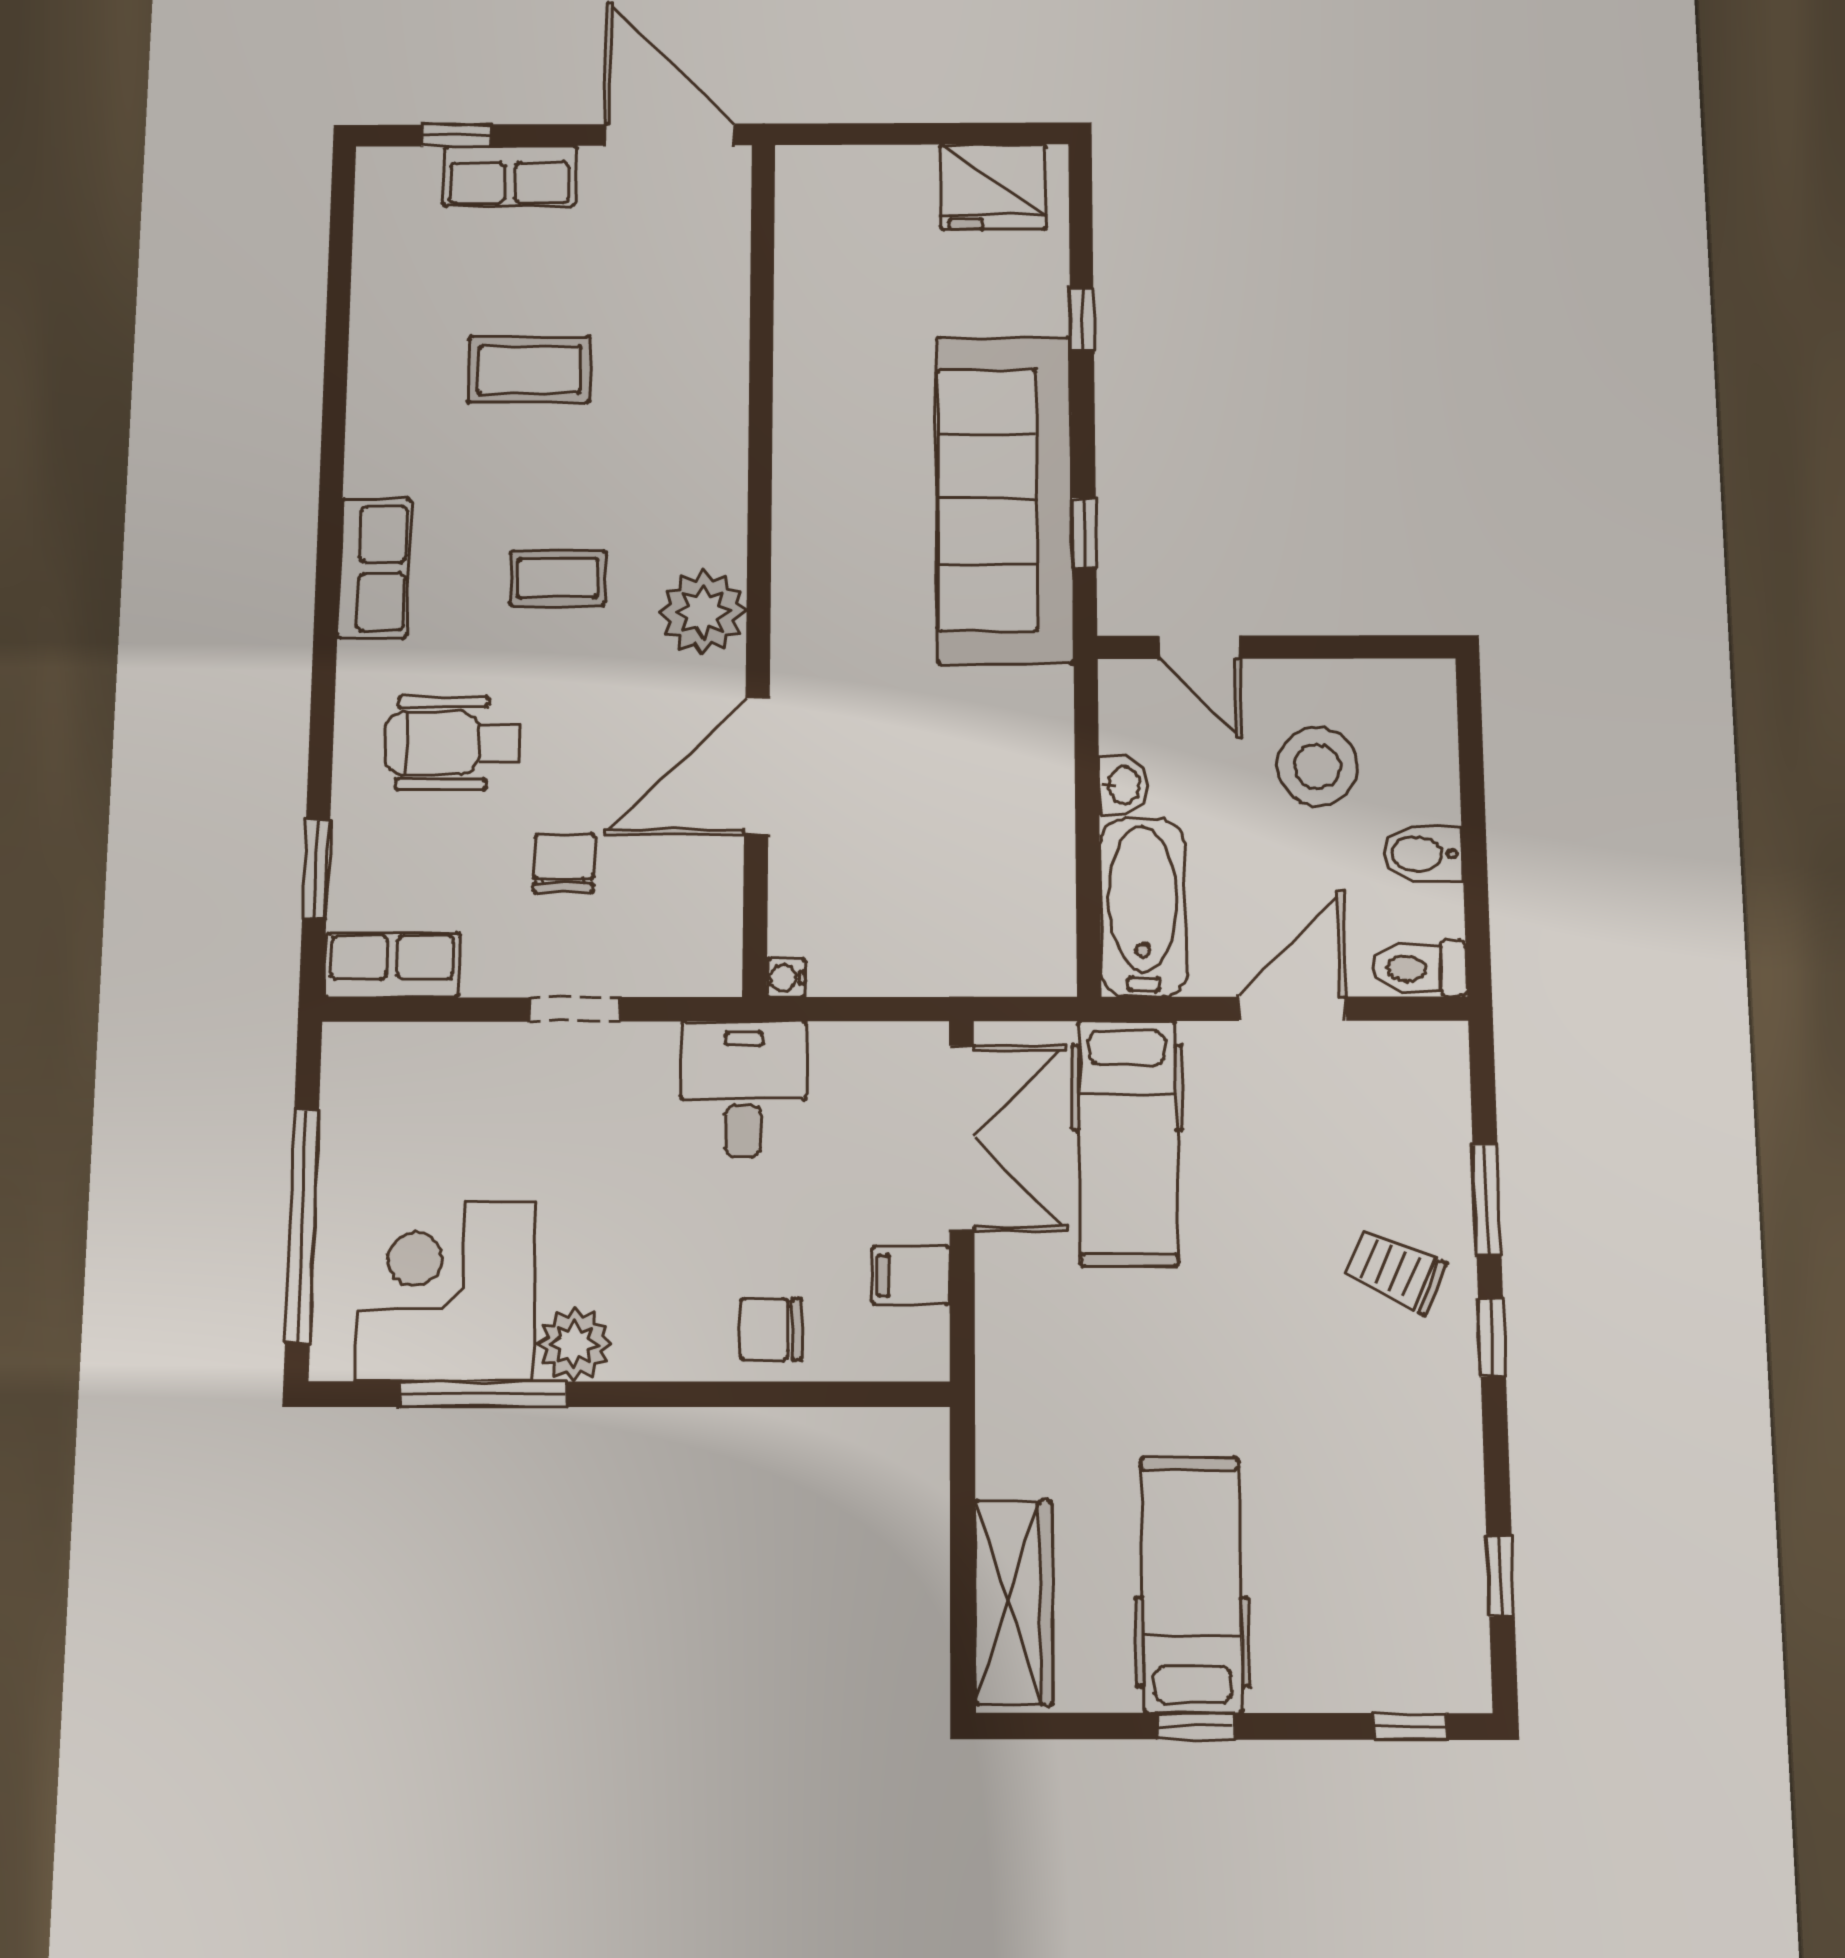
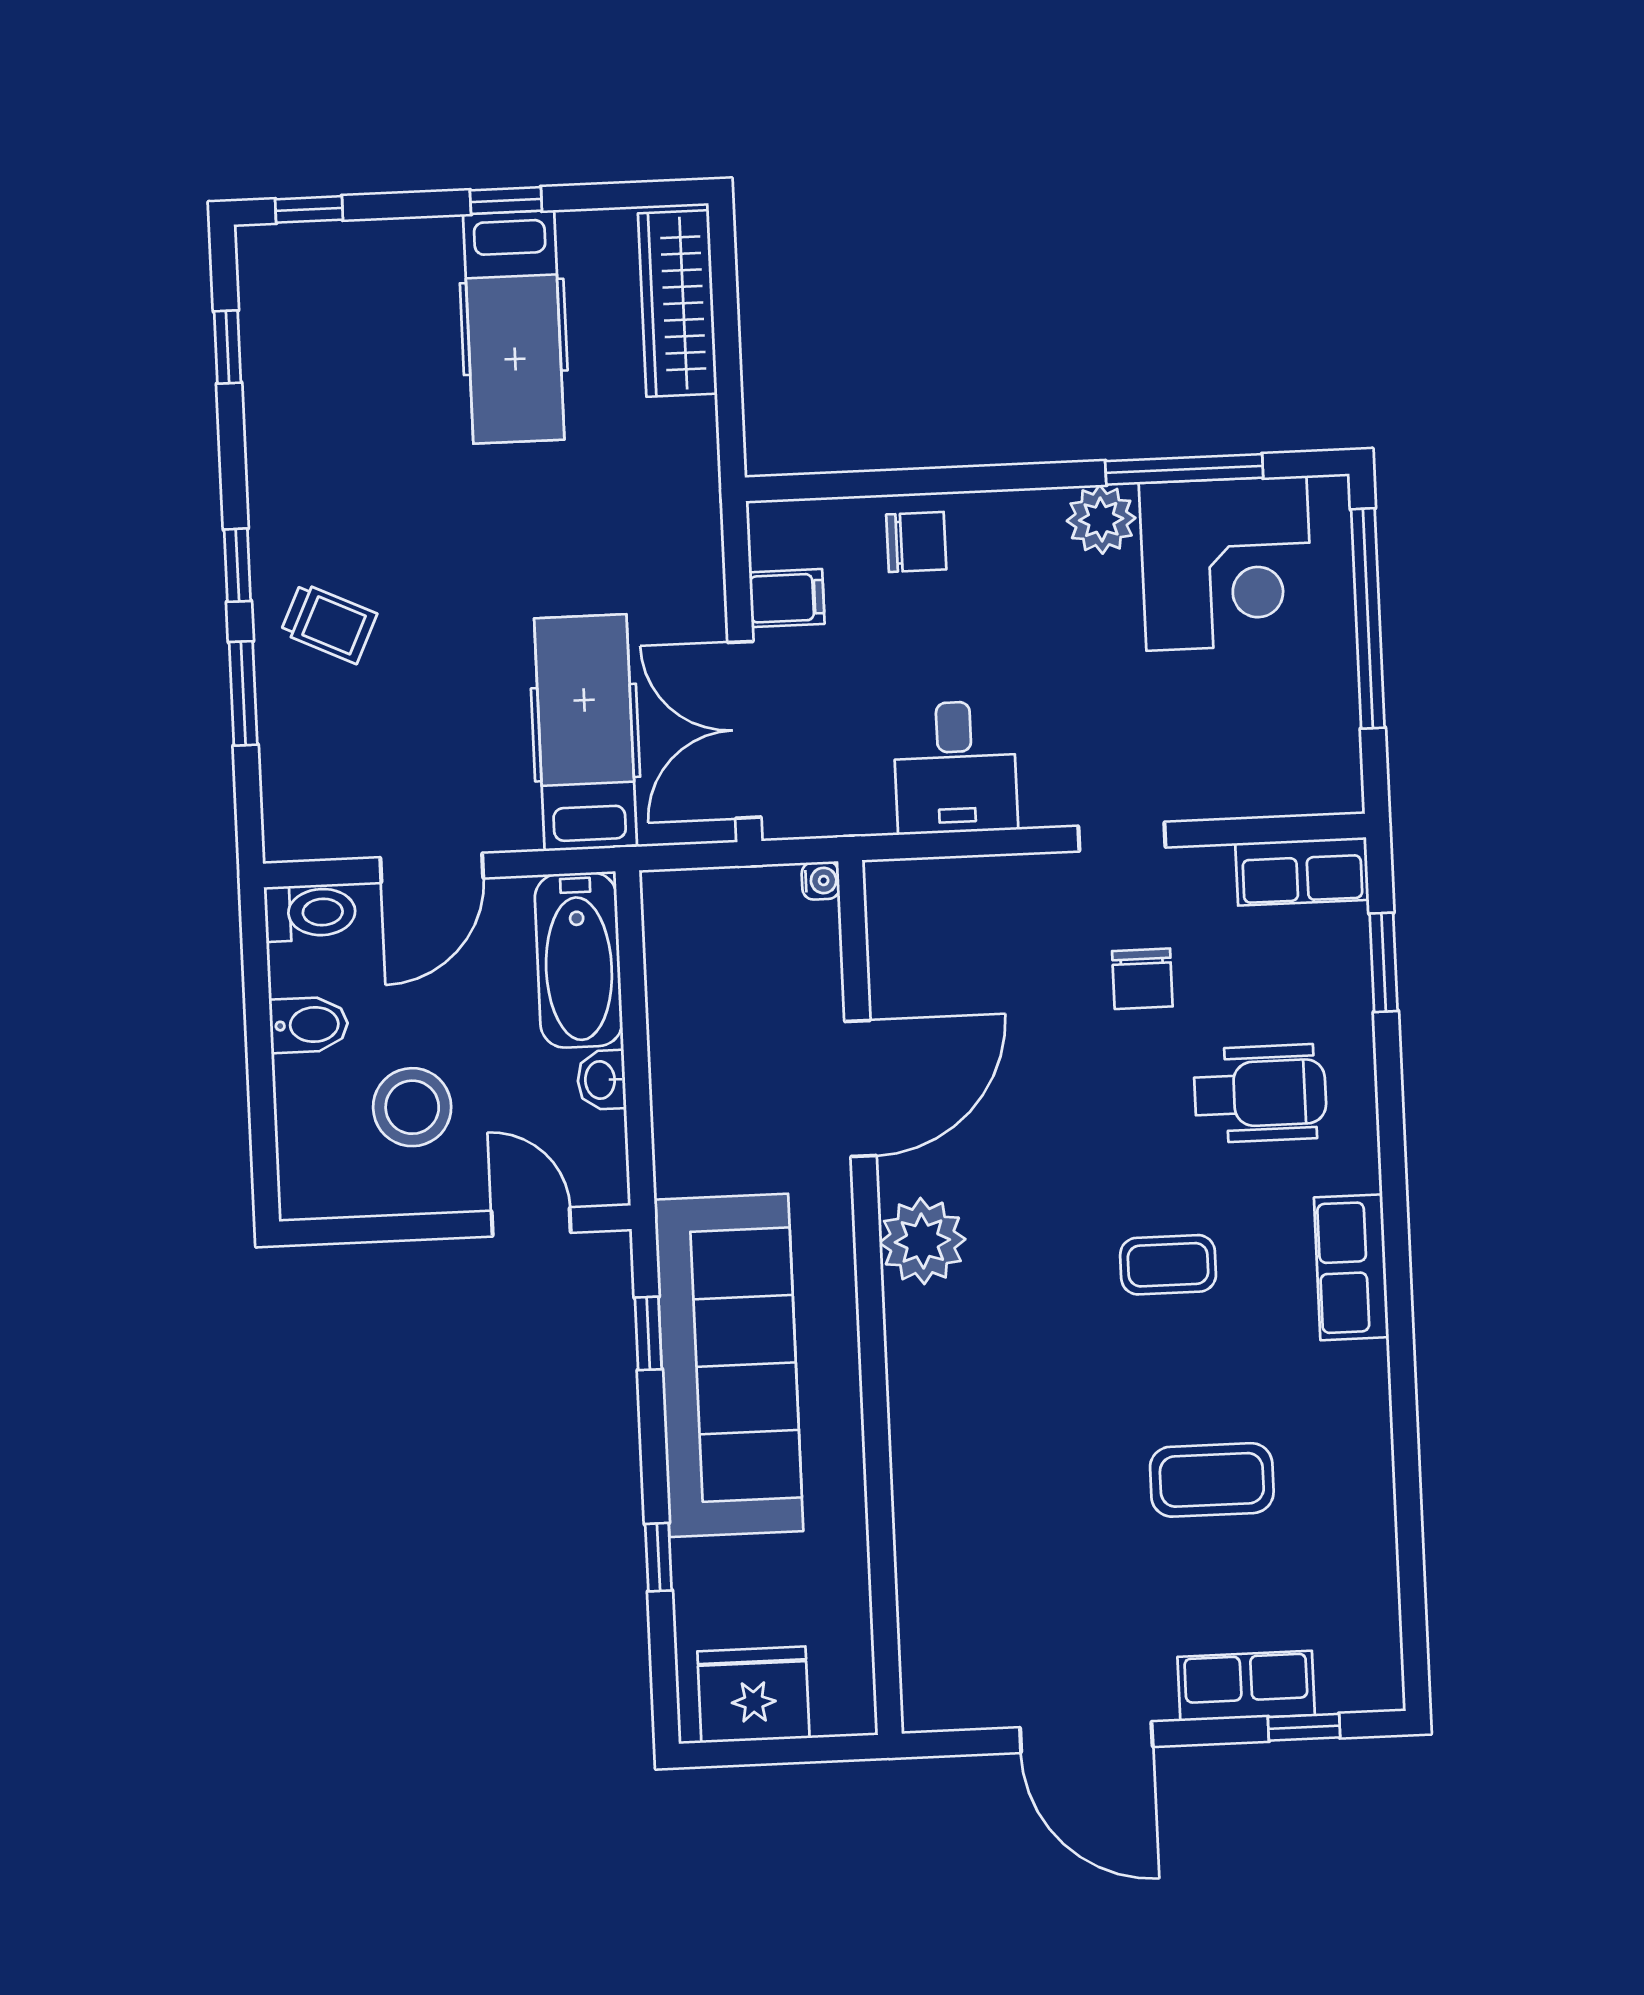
wall: (759, 559) -> (870, 1297), moved
plant: (703, 612) -> (922, 1241), moved
door: (757, 766) -> (860, 1088), moved
water cooler: (786, 978) -> (821, 881), moved

